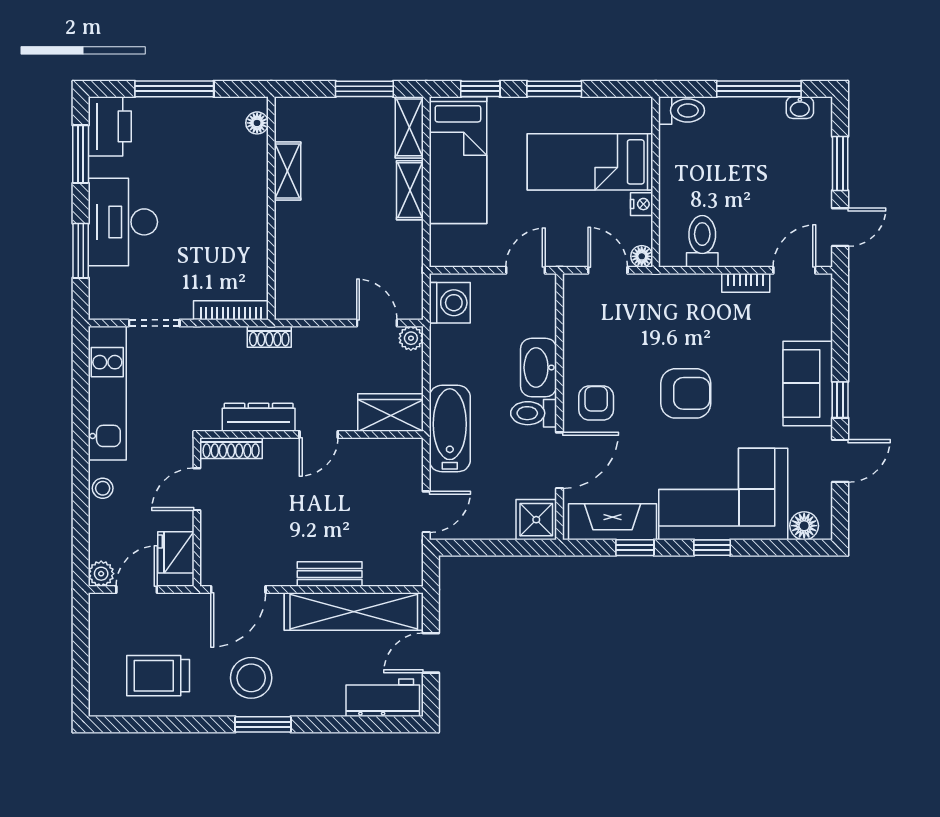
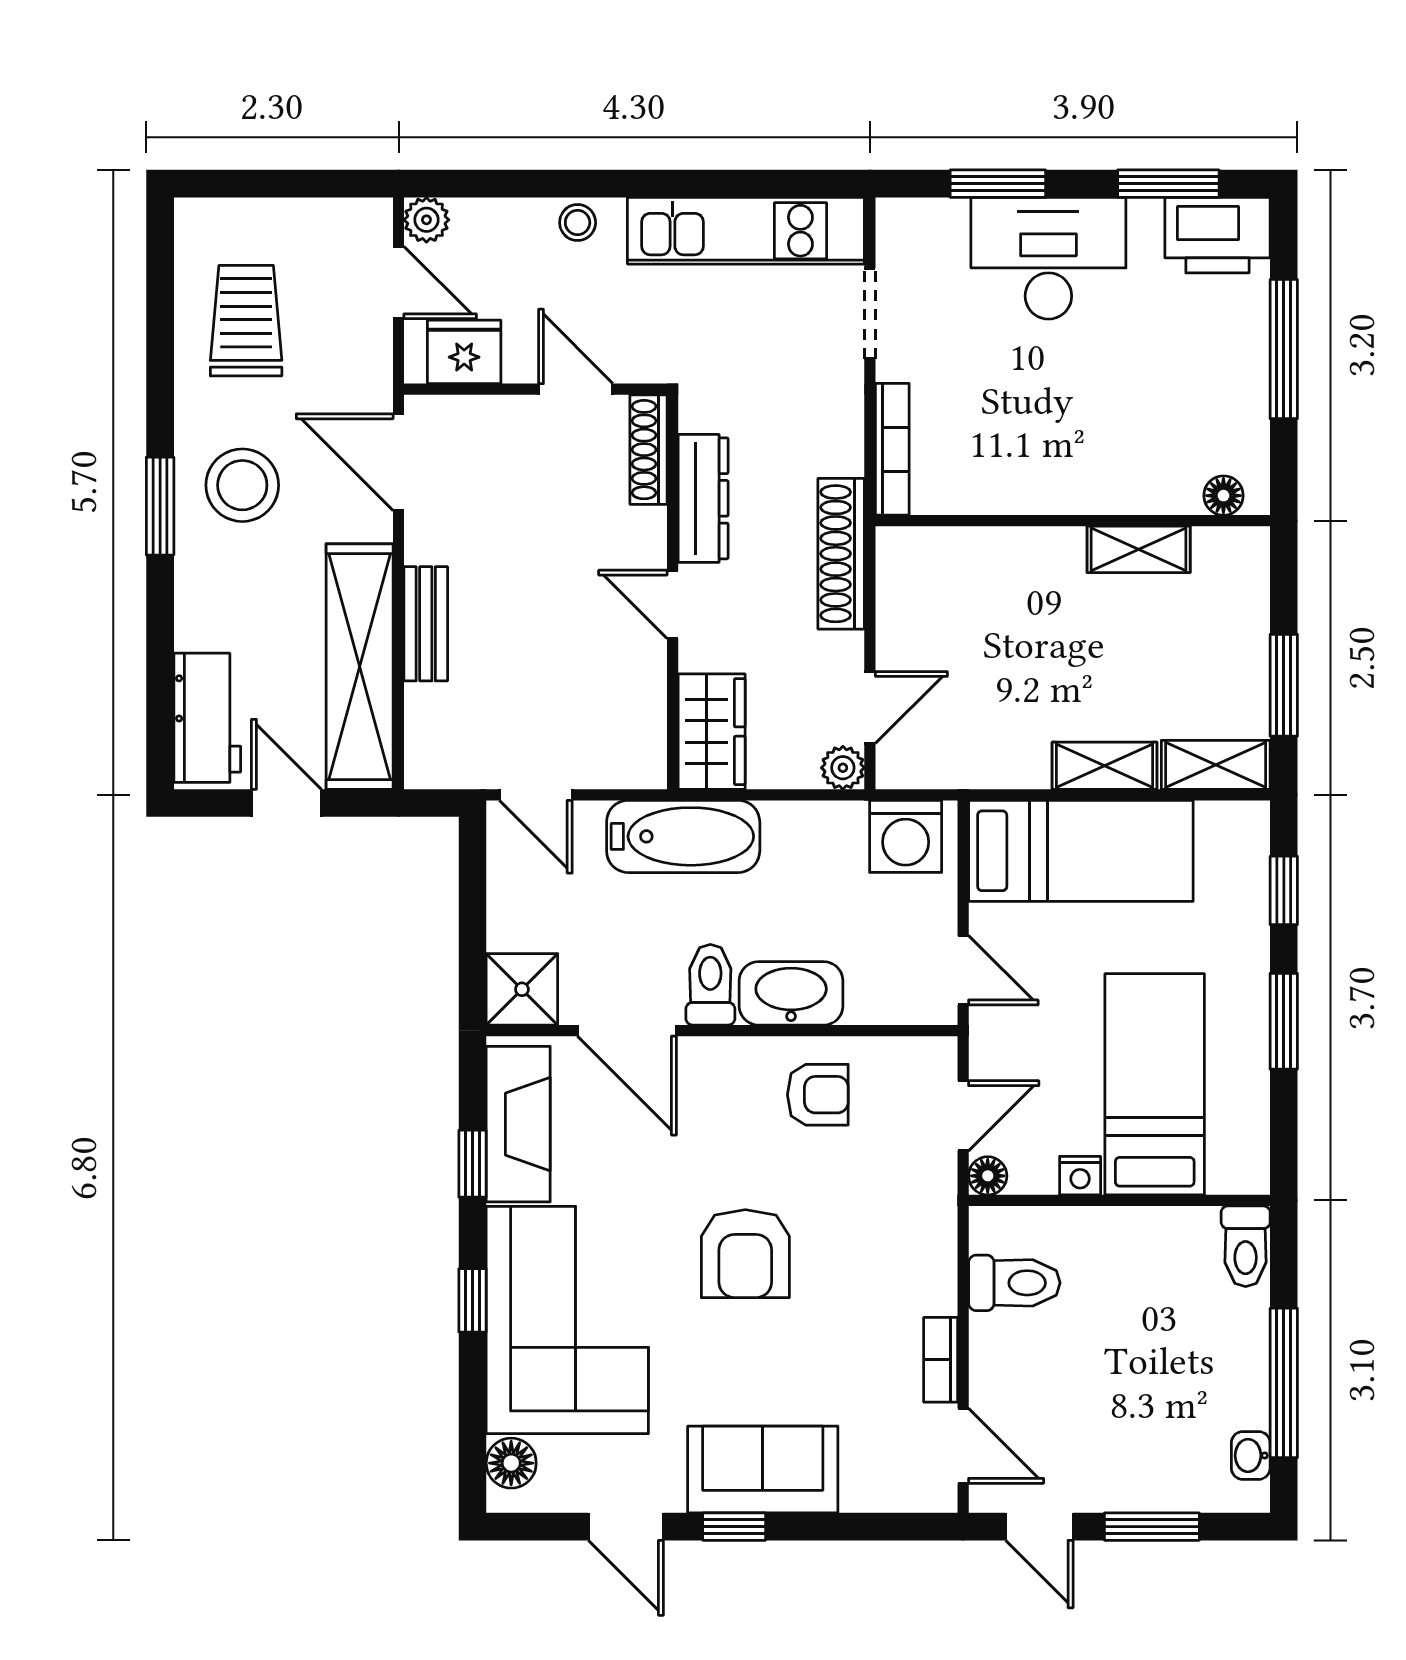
bed: (458, 160) -> (1081, 851), moved, turned 180
shoe rack: (269, 337) -> (841, 554), width x1.94, depth x1.24
armchair: (596, 403) -> (818, 1095), moved

